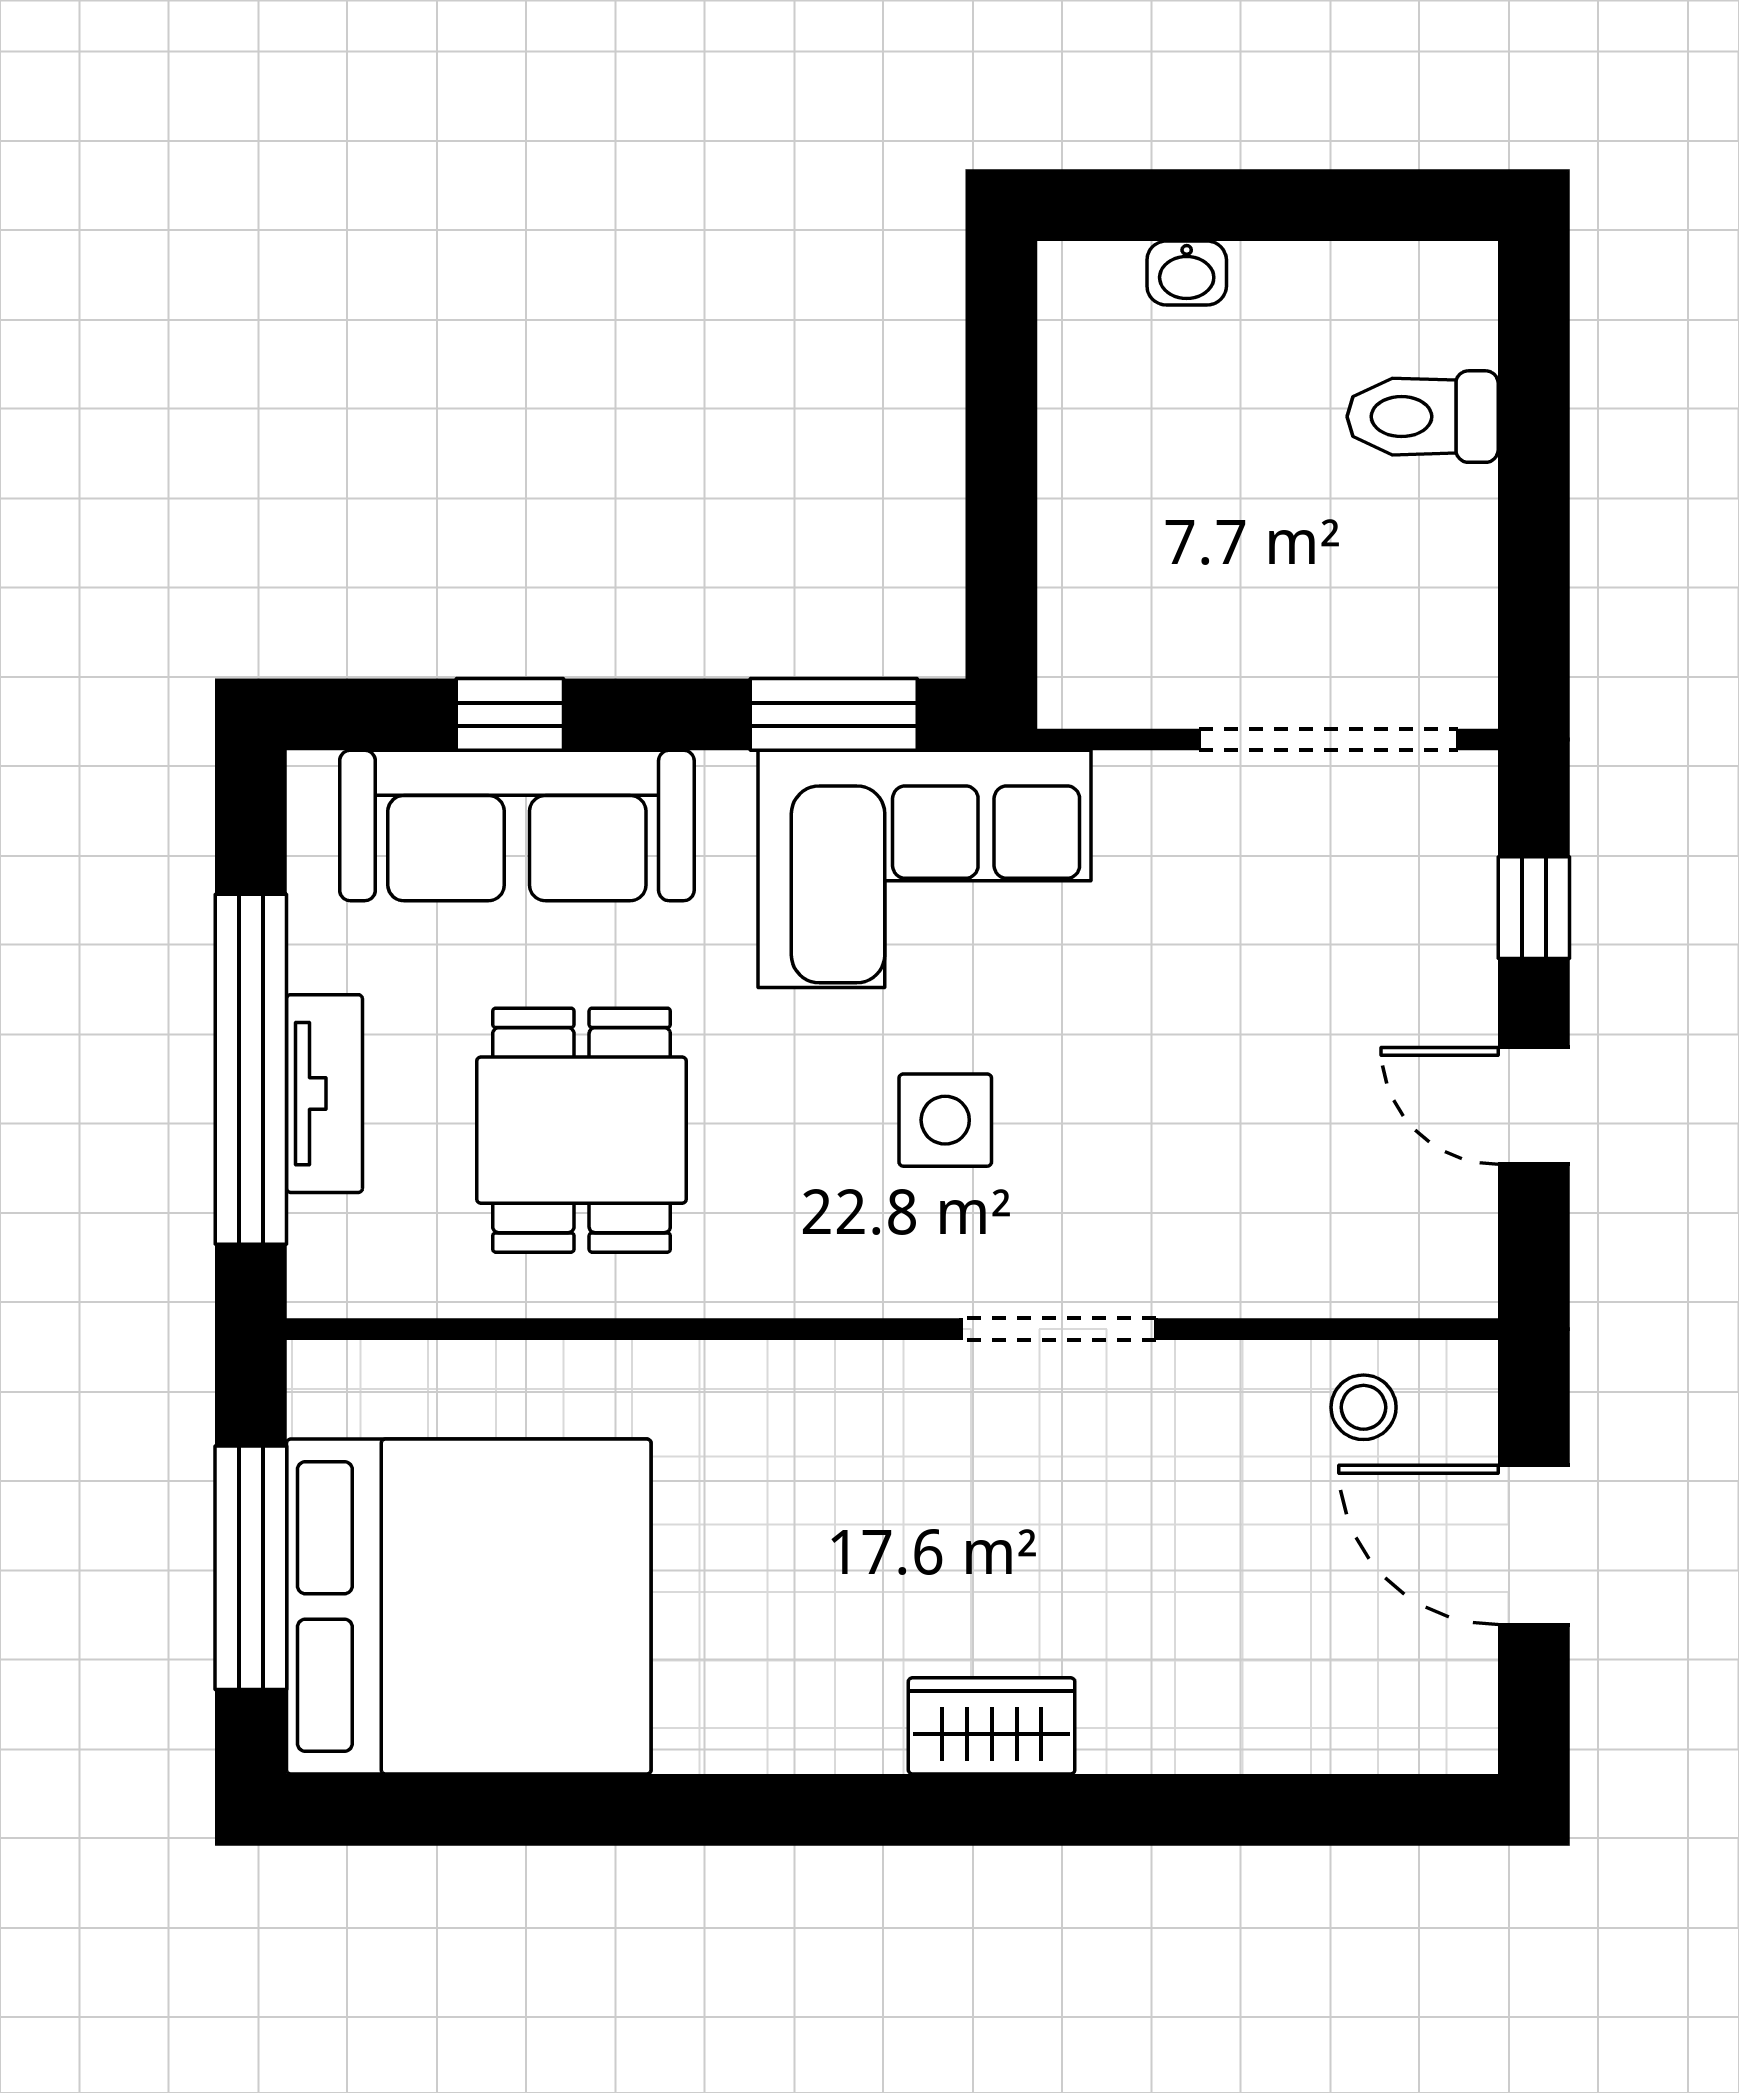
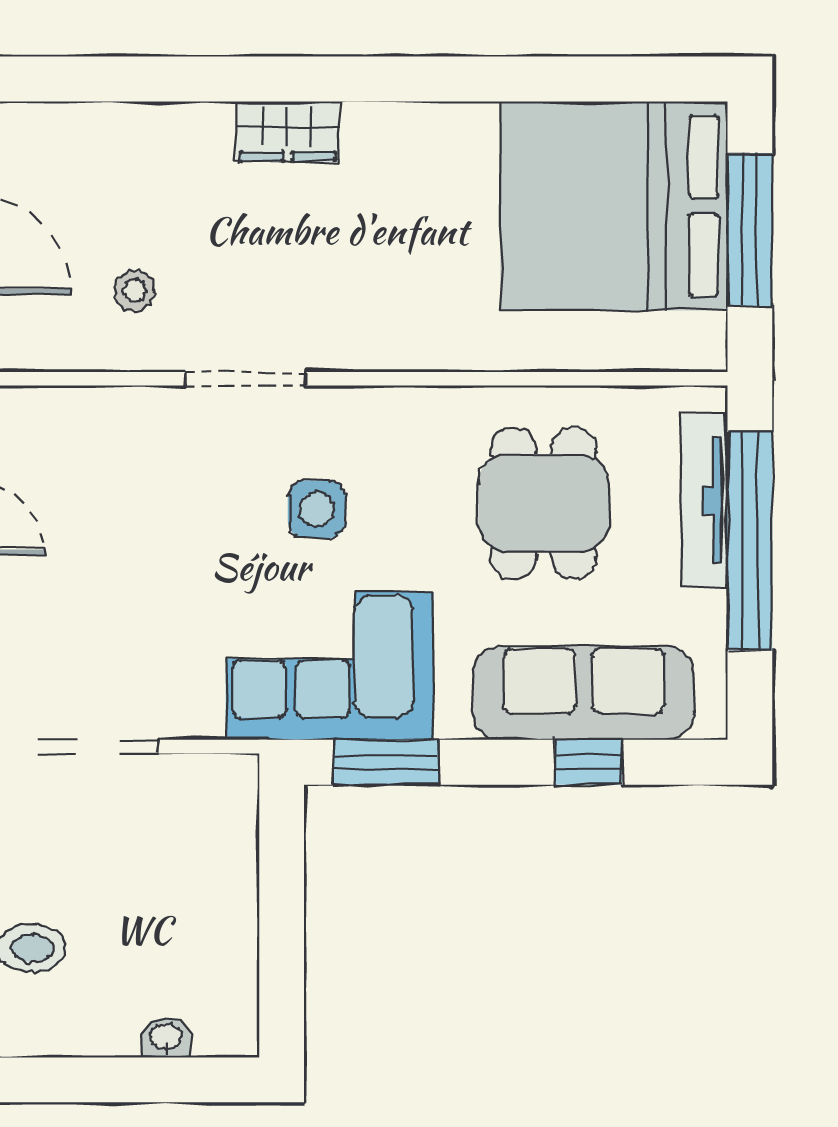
tv unit: (324, 1094) -> (704, 500), width x1.41
stool: (1364, 1407) -> (135, 290), moved

